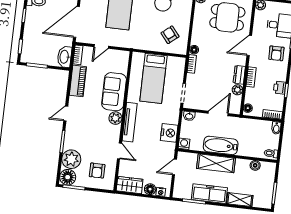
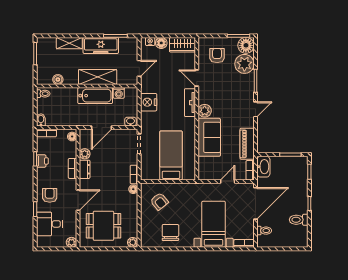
tv unit: (130, 122) -> (190, 103), width x0.71
washing machine: (184, 144) -> (119, 93), moved

